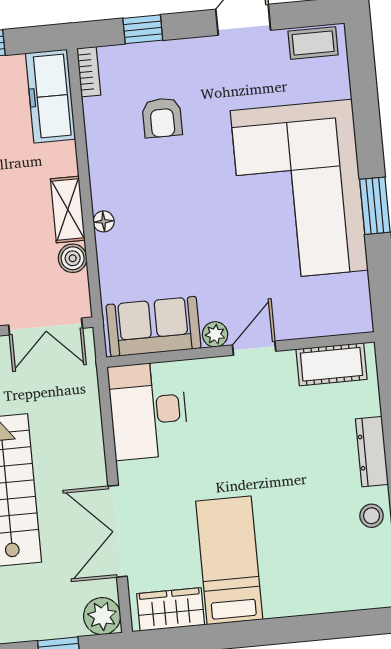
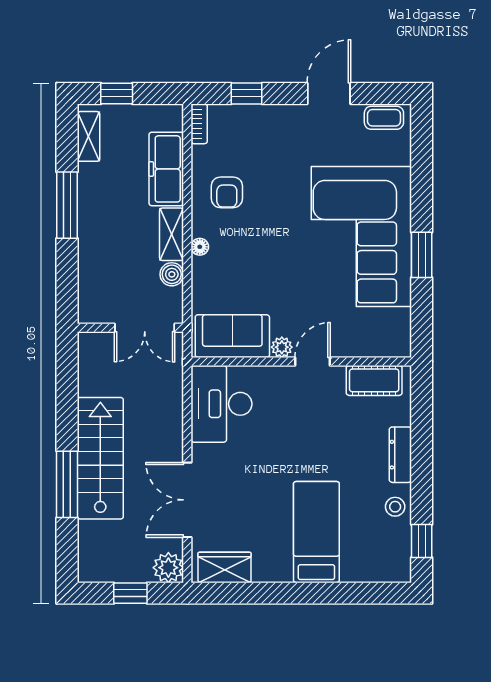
freezer: (51, 96) -> (166, 169), moved
armchair: (162, 118) -> (227, 192), moved
bed: (229, 560) -> (316, 532), moved

